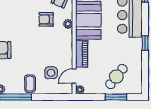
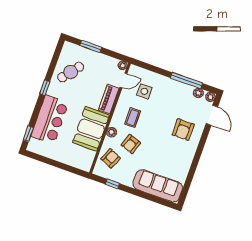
armchair: (46, 19) -> (131, 144), turned 109
cafe table: (116, 77) -> (71, 72), moved
coffee table: (30, 84) -> (133, 118), moved

